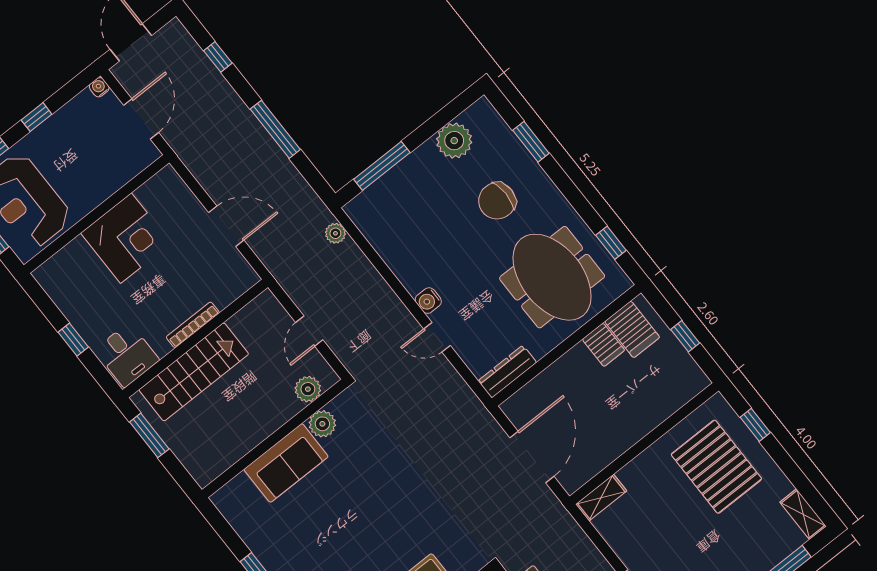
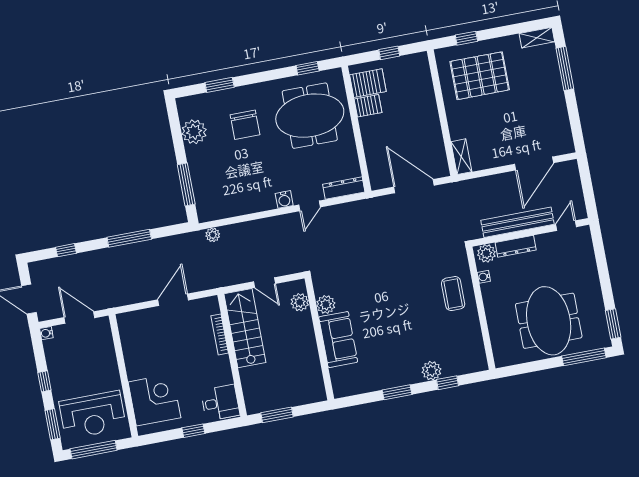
corner desk: (126, 238) -> (154, 400), moved
bookcase: (193, 325) -> (220, 334), moved
stairs: (194, 372) -> (245, 328), moved
dresser: (507, 372) -> (344, 188), moved, turned 90

